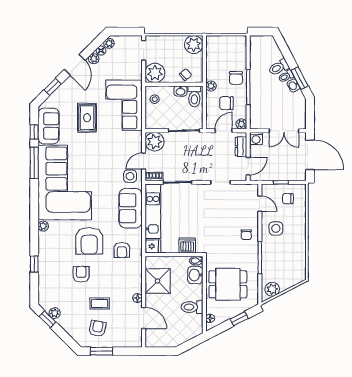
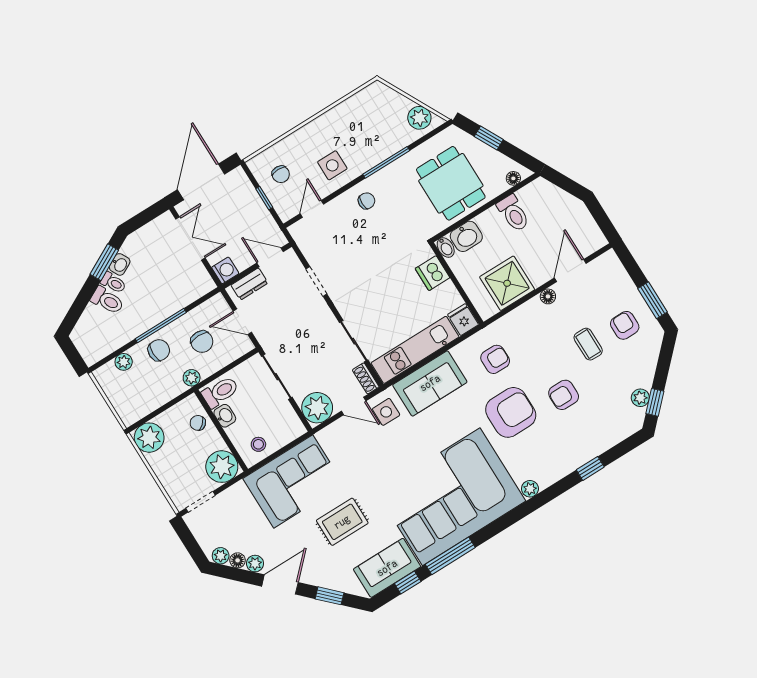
plant: (241, 124) -> (124, 362), moved
armchair: (97, 329) -> (625, 325), turned 79

